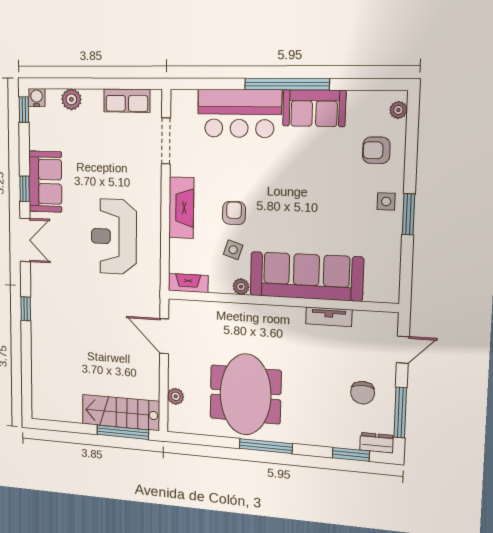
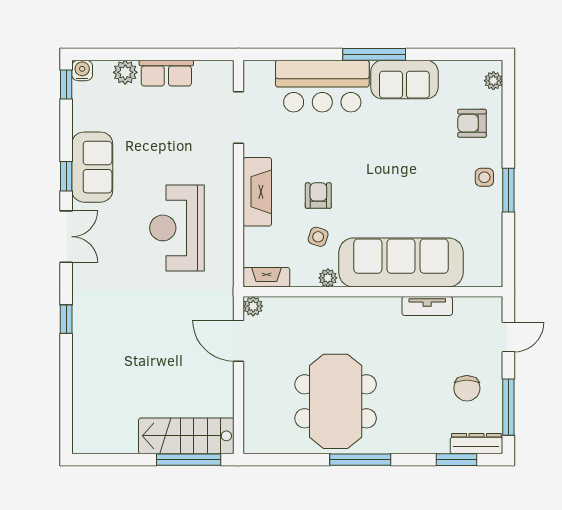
window: (287, 84) -> (374, 54), width x0.68
row of seats: (127, 101) -> (166, 73), moved
plant: (176, 396) -> (253, 306), moved
dresser: (377, 443) -> (476, 444), width x1.44

